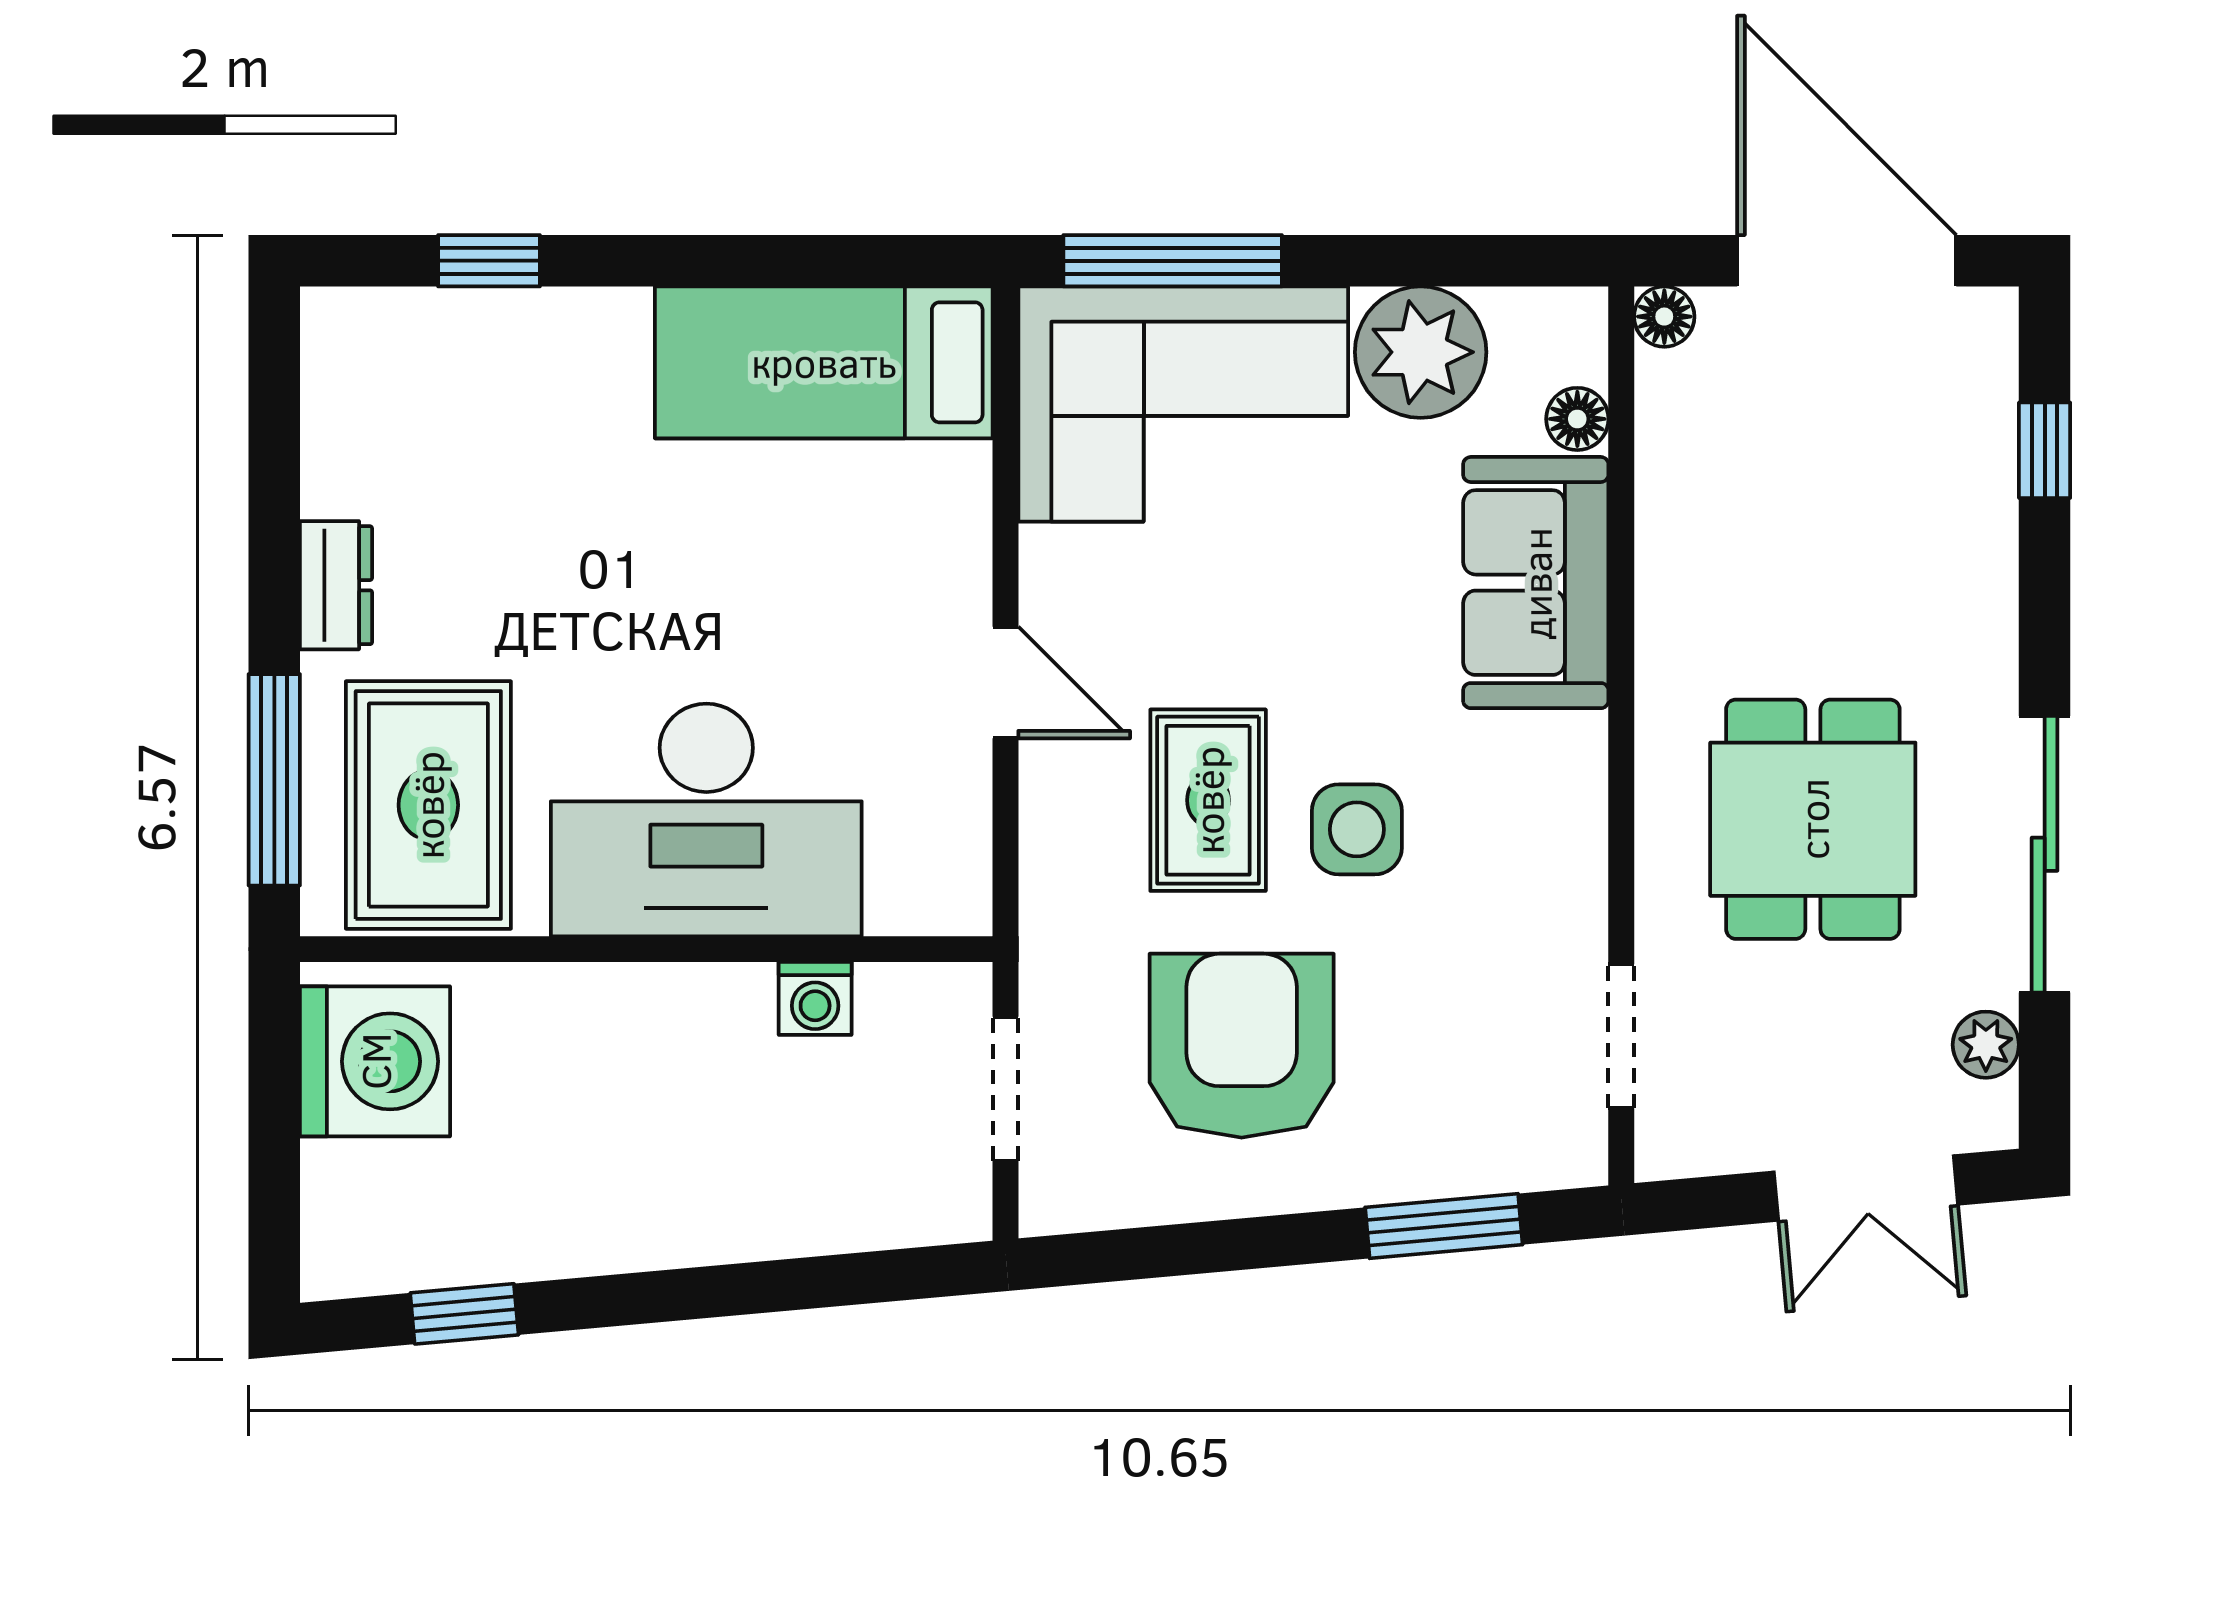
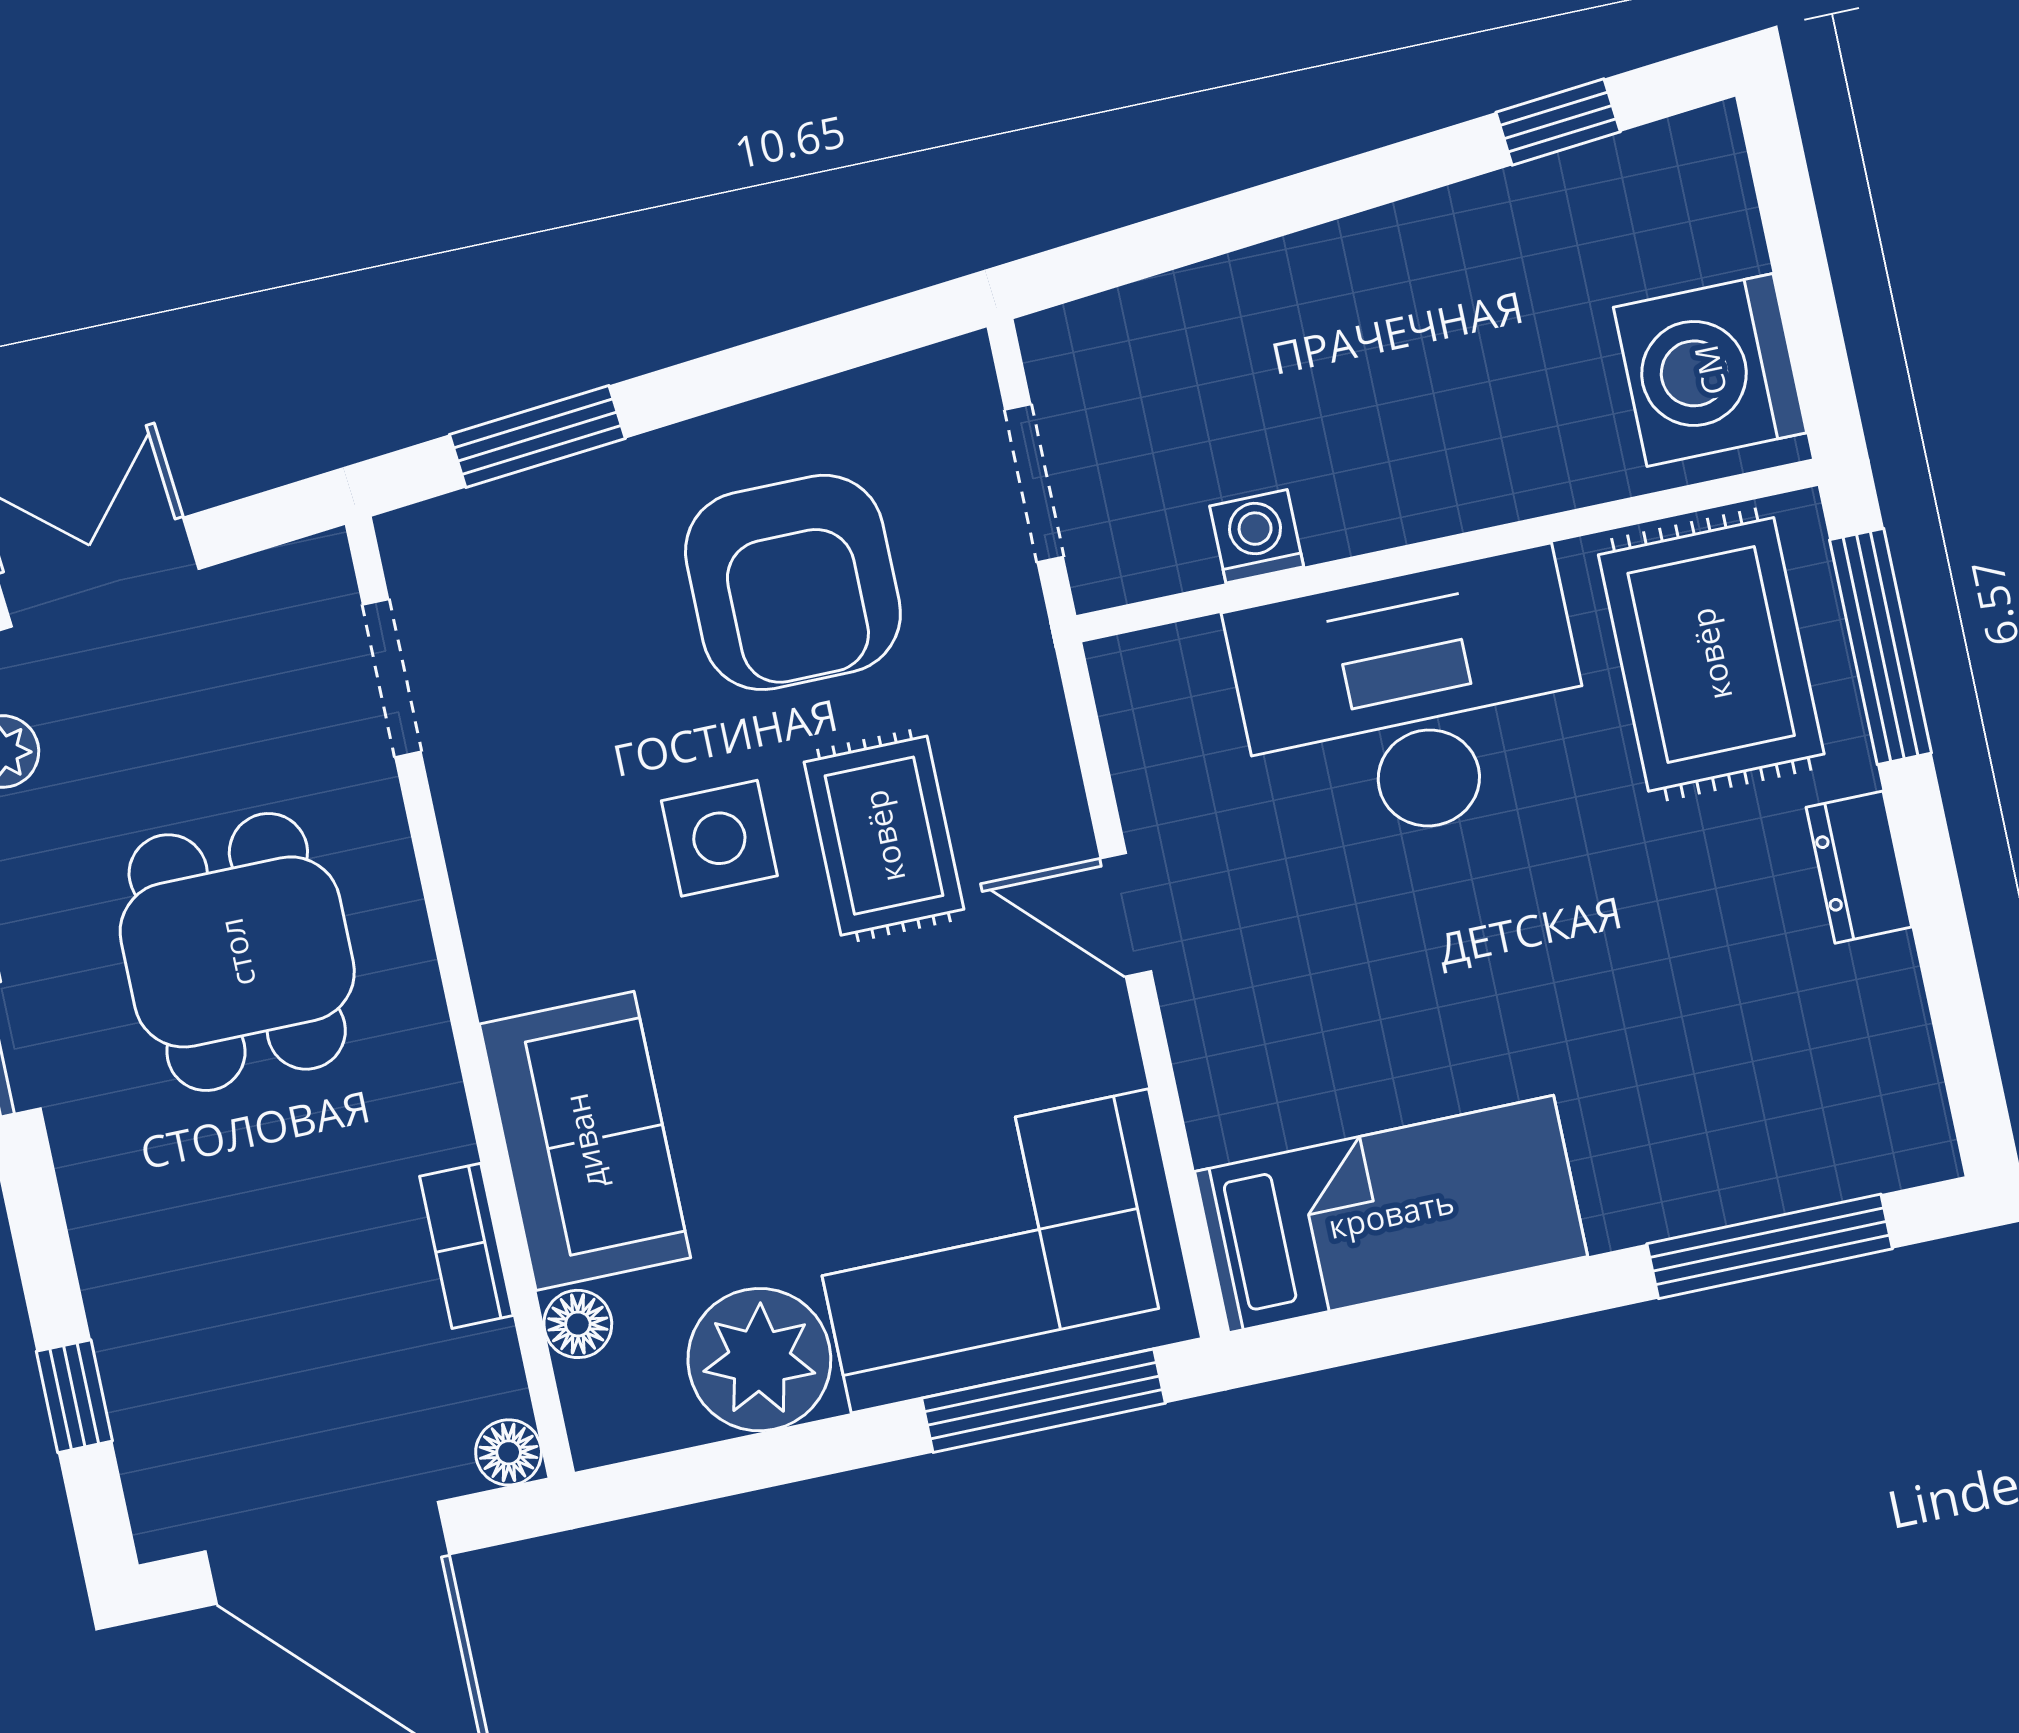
window: (489, 261) -> (1770, 1246), width x2.17
bookcase: (1663, 511) -> (466, 1246), added

